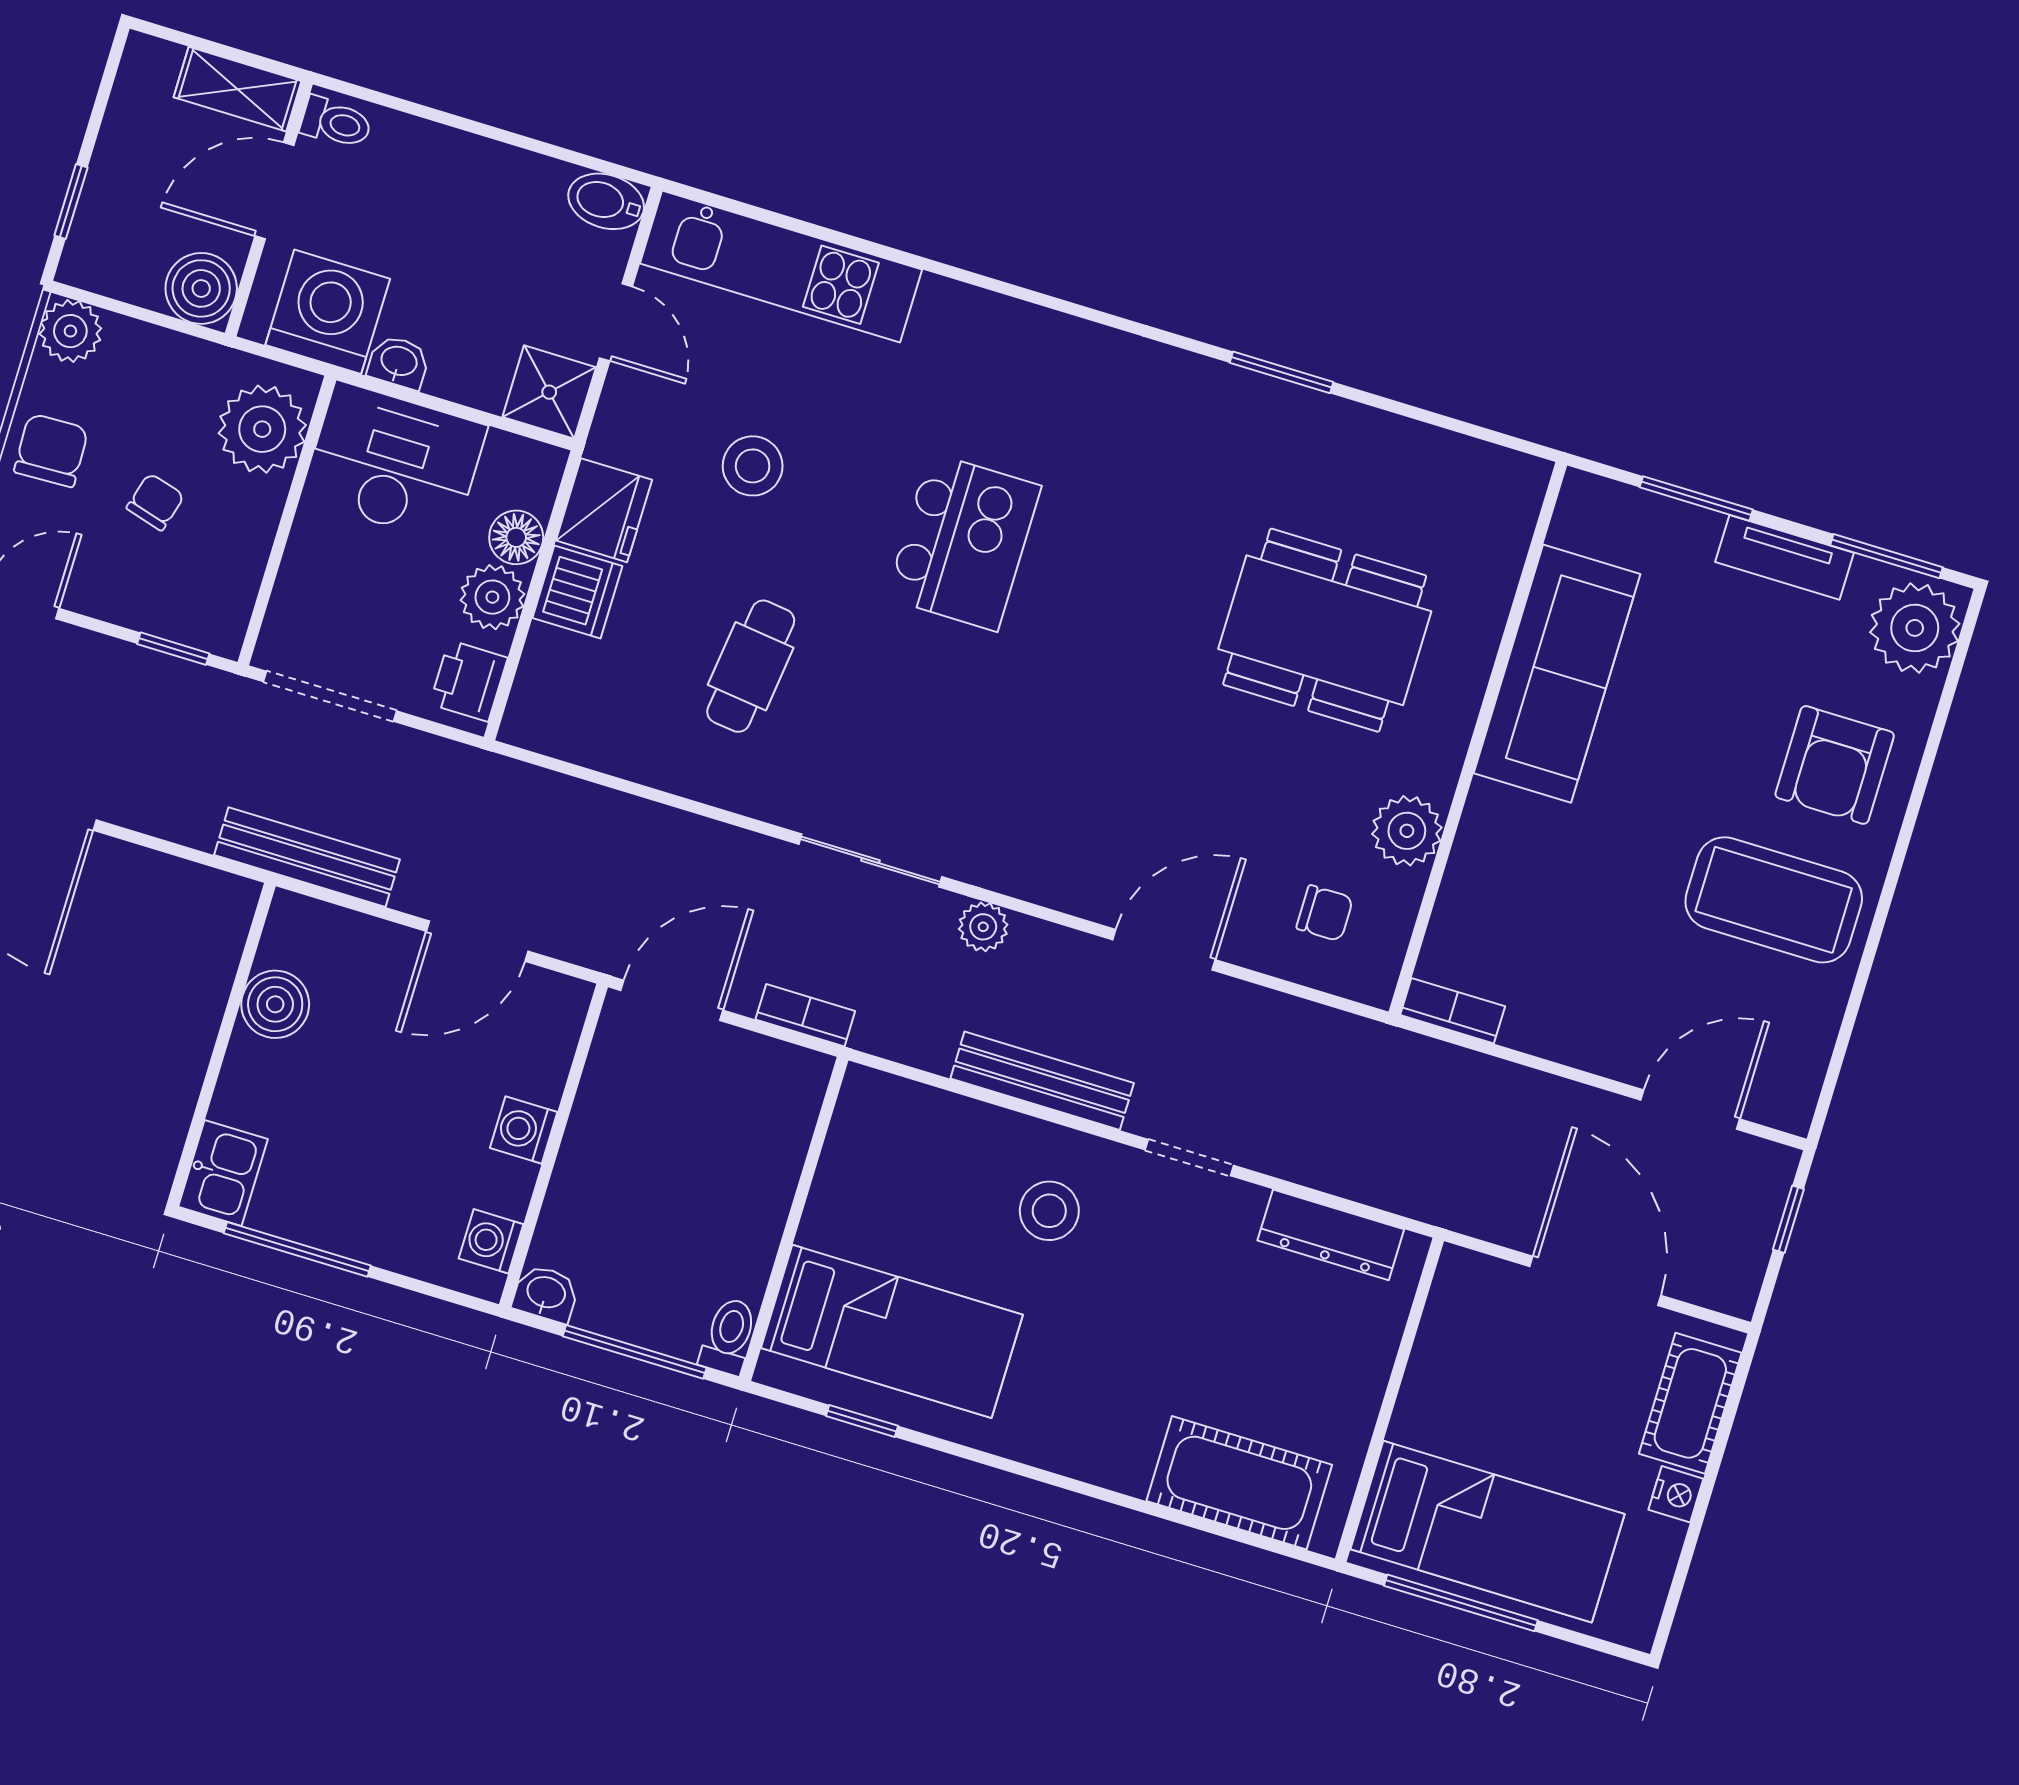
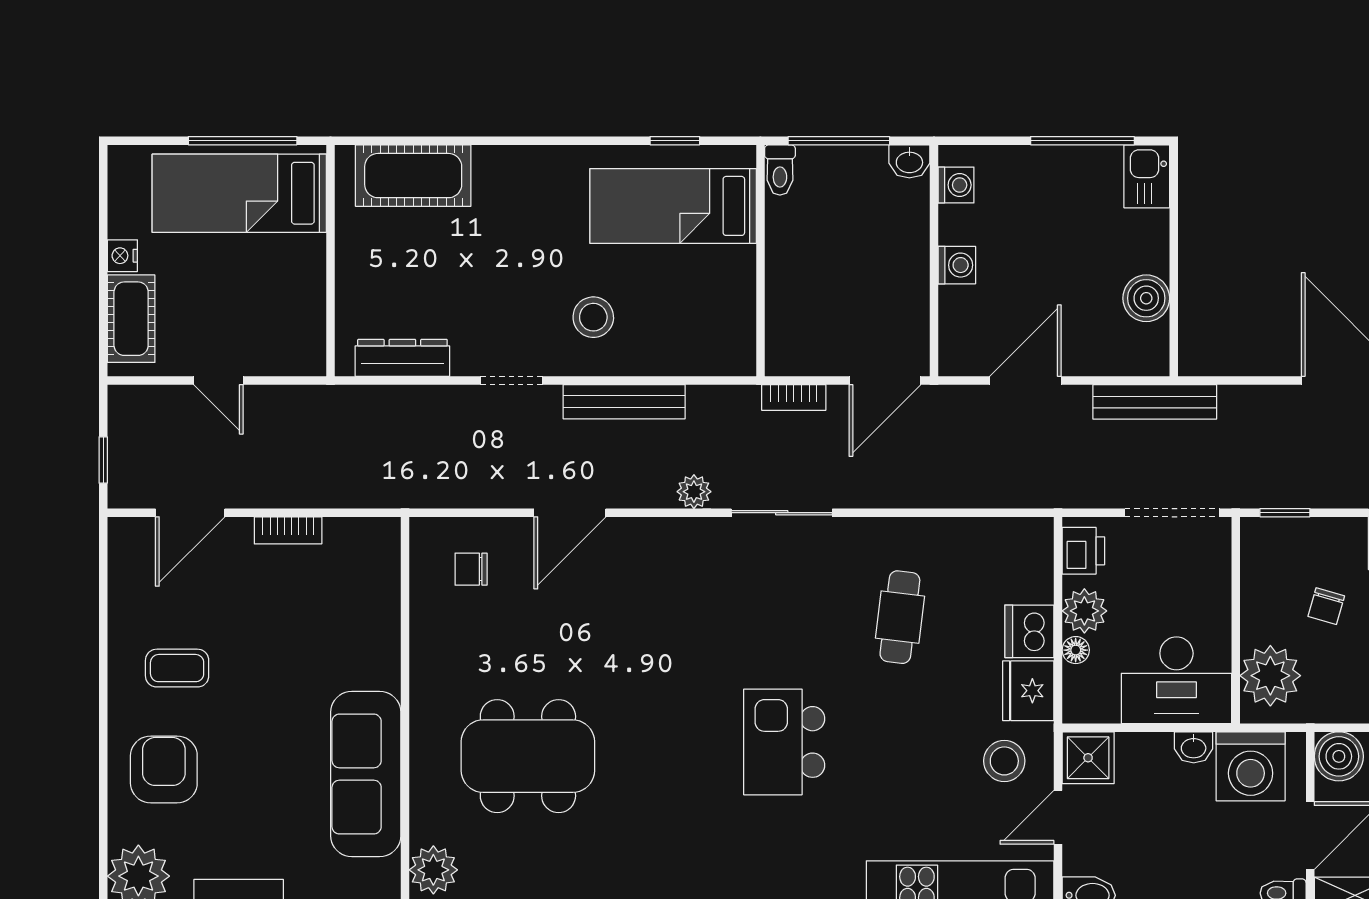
door: (616, 322) -> (1058, 817), hinge flipped
stool: (753, 466) -> (1004, 761), moved
floor lamp: (516, 537) -> (1076, 650), width x0.73, depth x0.73
plant: (1407, 831) -> (433, 870), moved
coffee table: (1774, 900) -> (177, 668), width x0.54, depth x0.58
bookcase: (1453, 1011) -> (288, 530), moved
door: (1595, 1281) -> (218, 380), width x0.53

